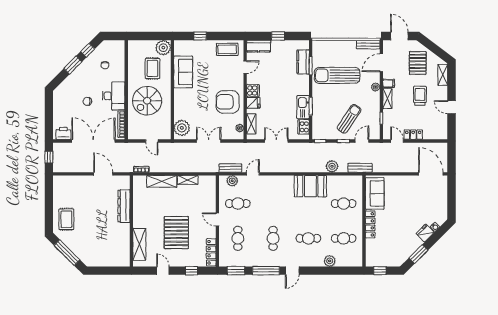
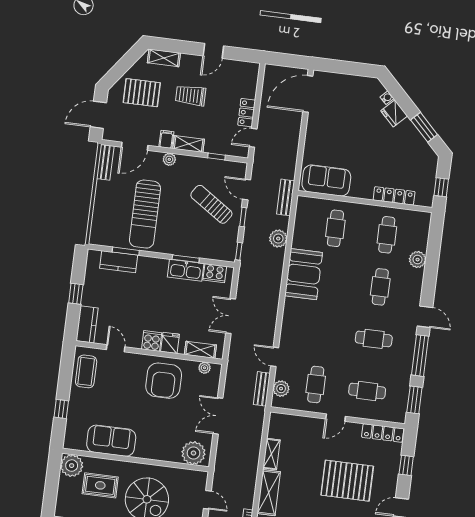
door: (381, 63) -> (135, 146), hinge flipped
door: (152, 141) -> (207, 500), hinge flipped
locker: (370, 224) -> (394, 196), moved

